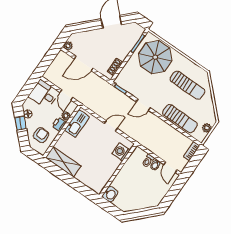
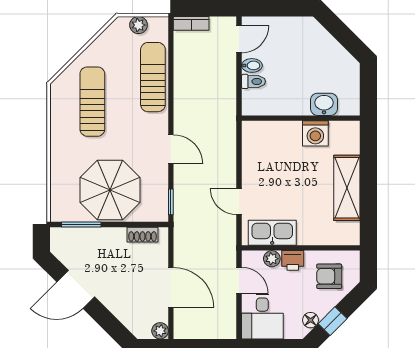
parasol: (155, 57) -> (110, 190), moved
door: (66, 95) -> (239, 280), hinge flipped
door: (111, 126) -> (239, 202), moved
washing machine: (121, 152) -> (315, 133), moved
shelving: (63, 162) -> (347, 188), moved
washbasin: (110, 194) -> (324, 104), moved

